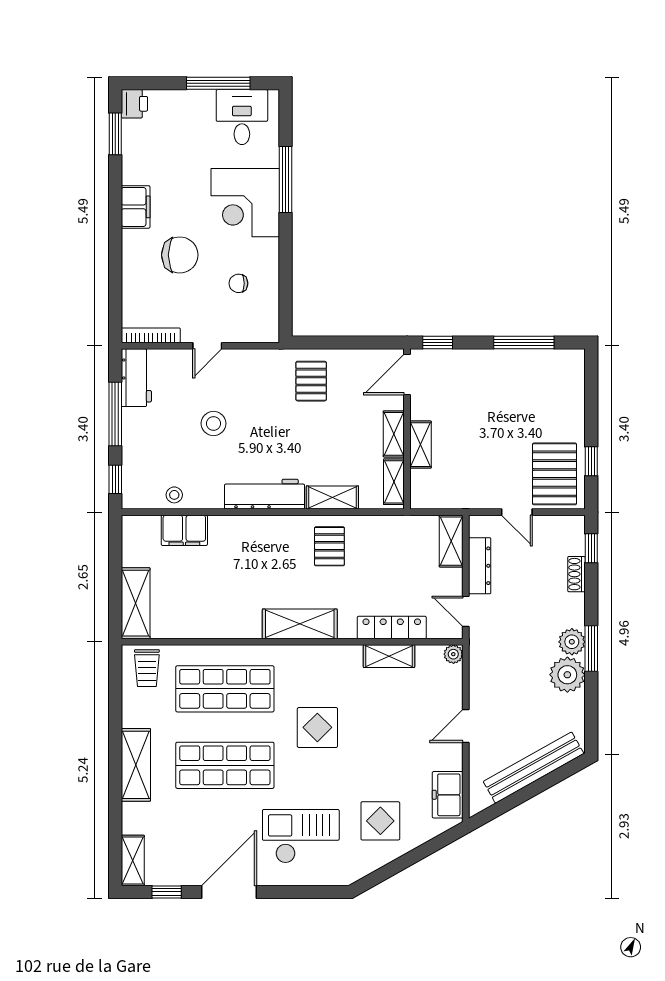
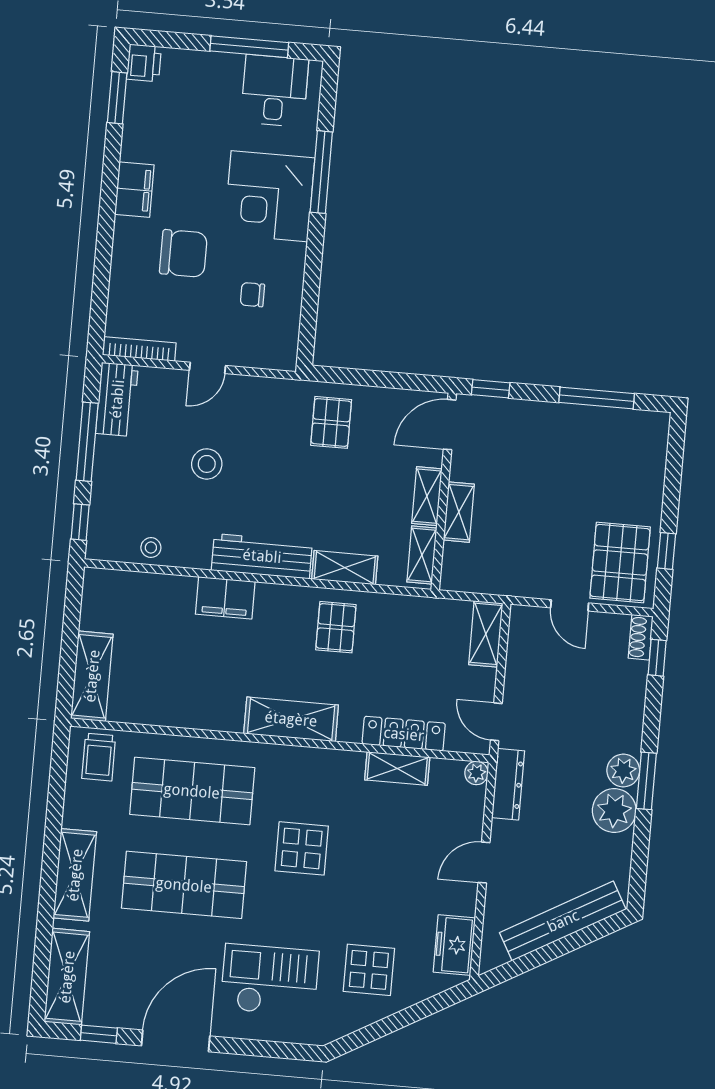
filing cabinet: (184, 530) -> (225, 598), moved
dresser: (480, 566) -> (508, 784), moved
shoe rack: (576, 574) -> (641, 637), moved
shelving: (133, 860) -> (67, 977), width x1.50, depth x1.33

